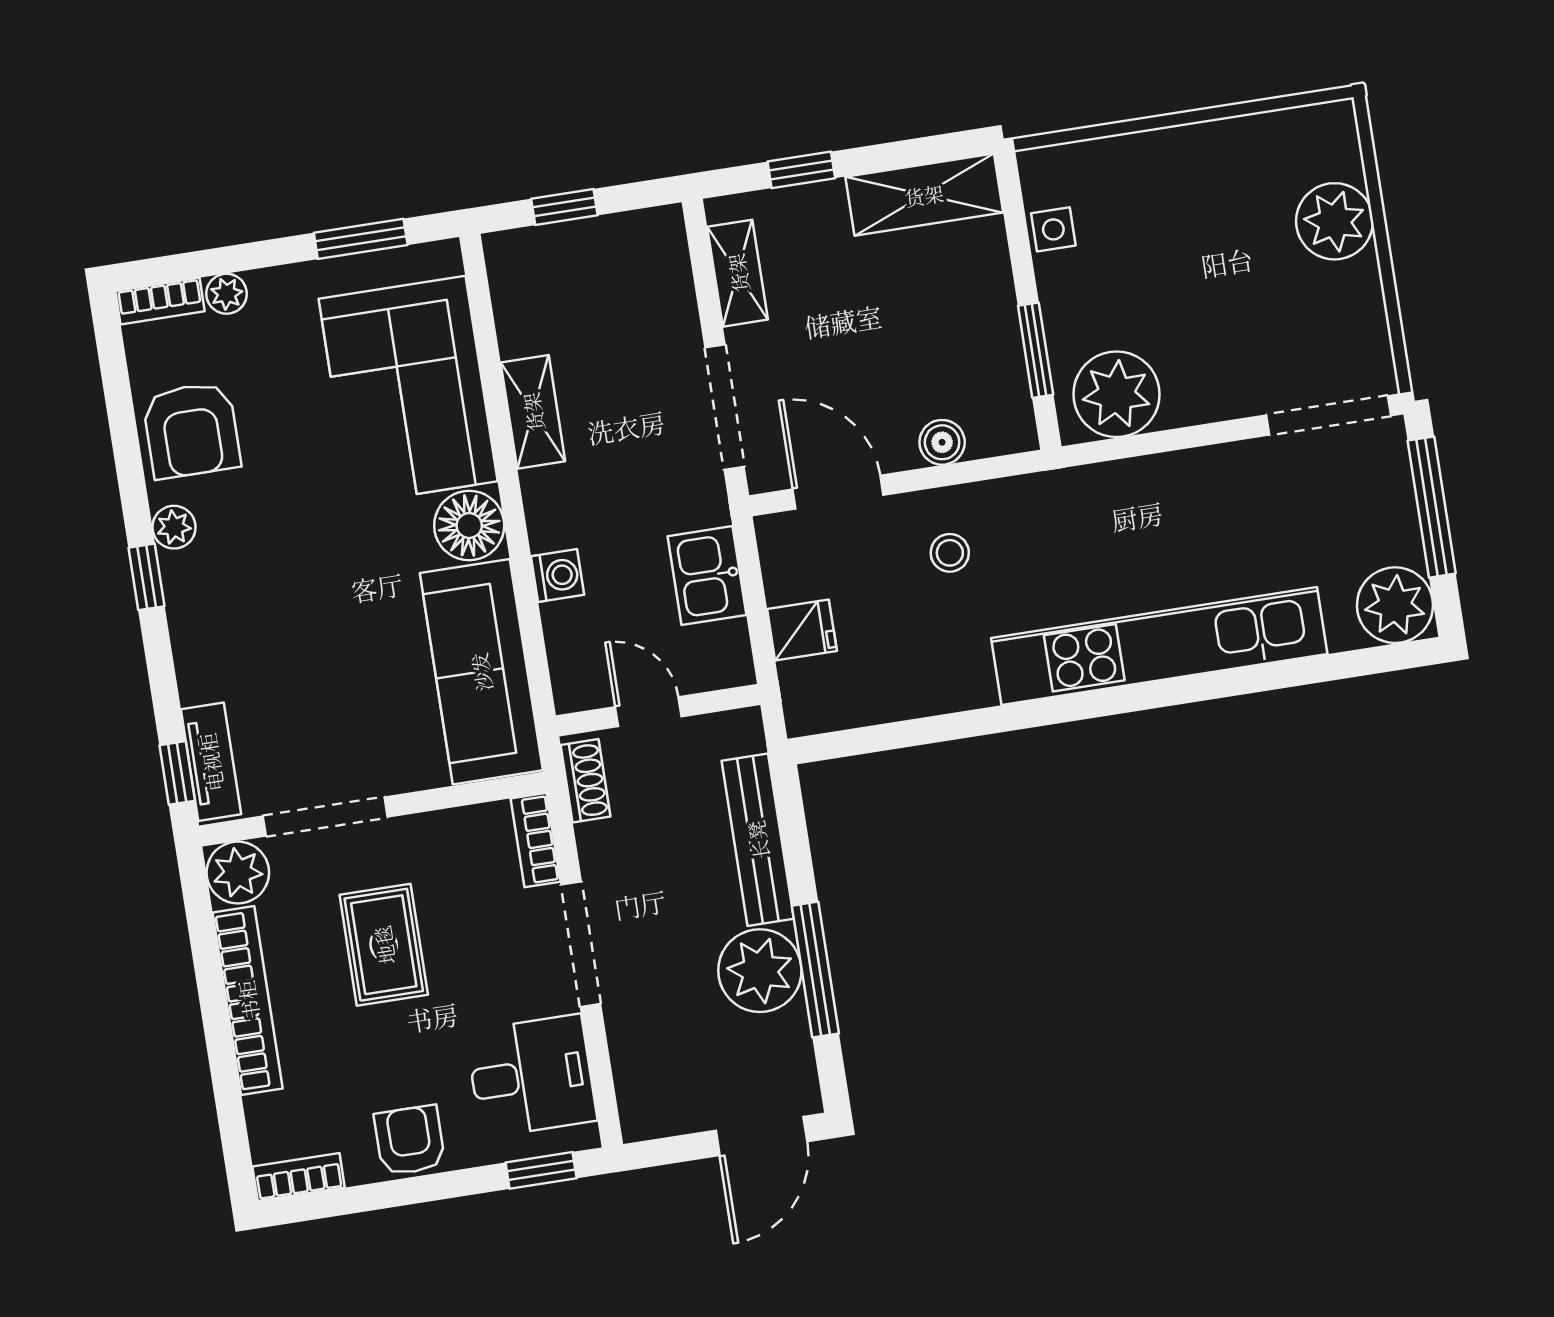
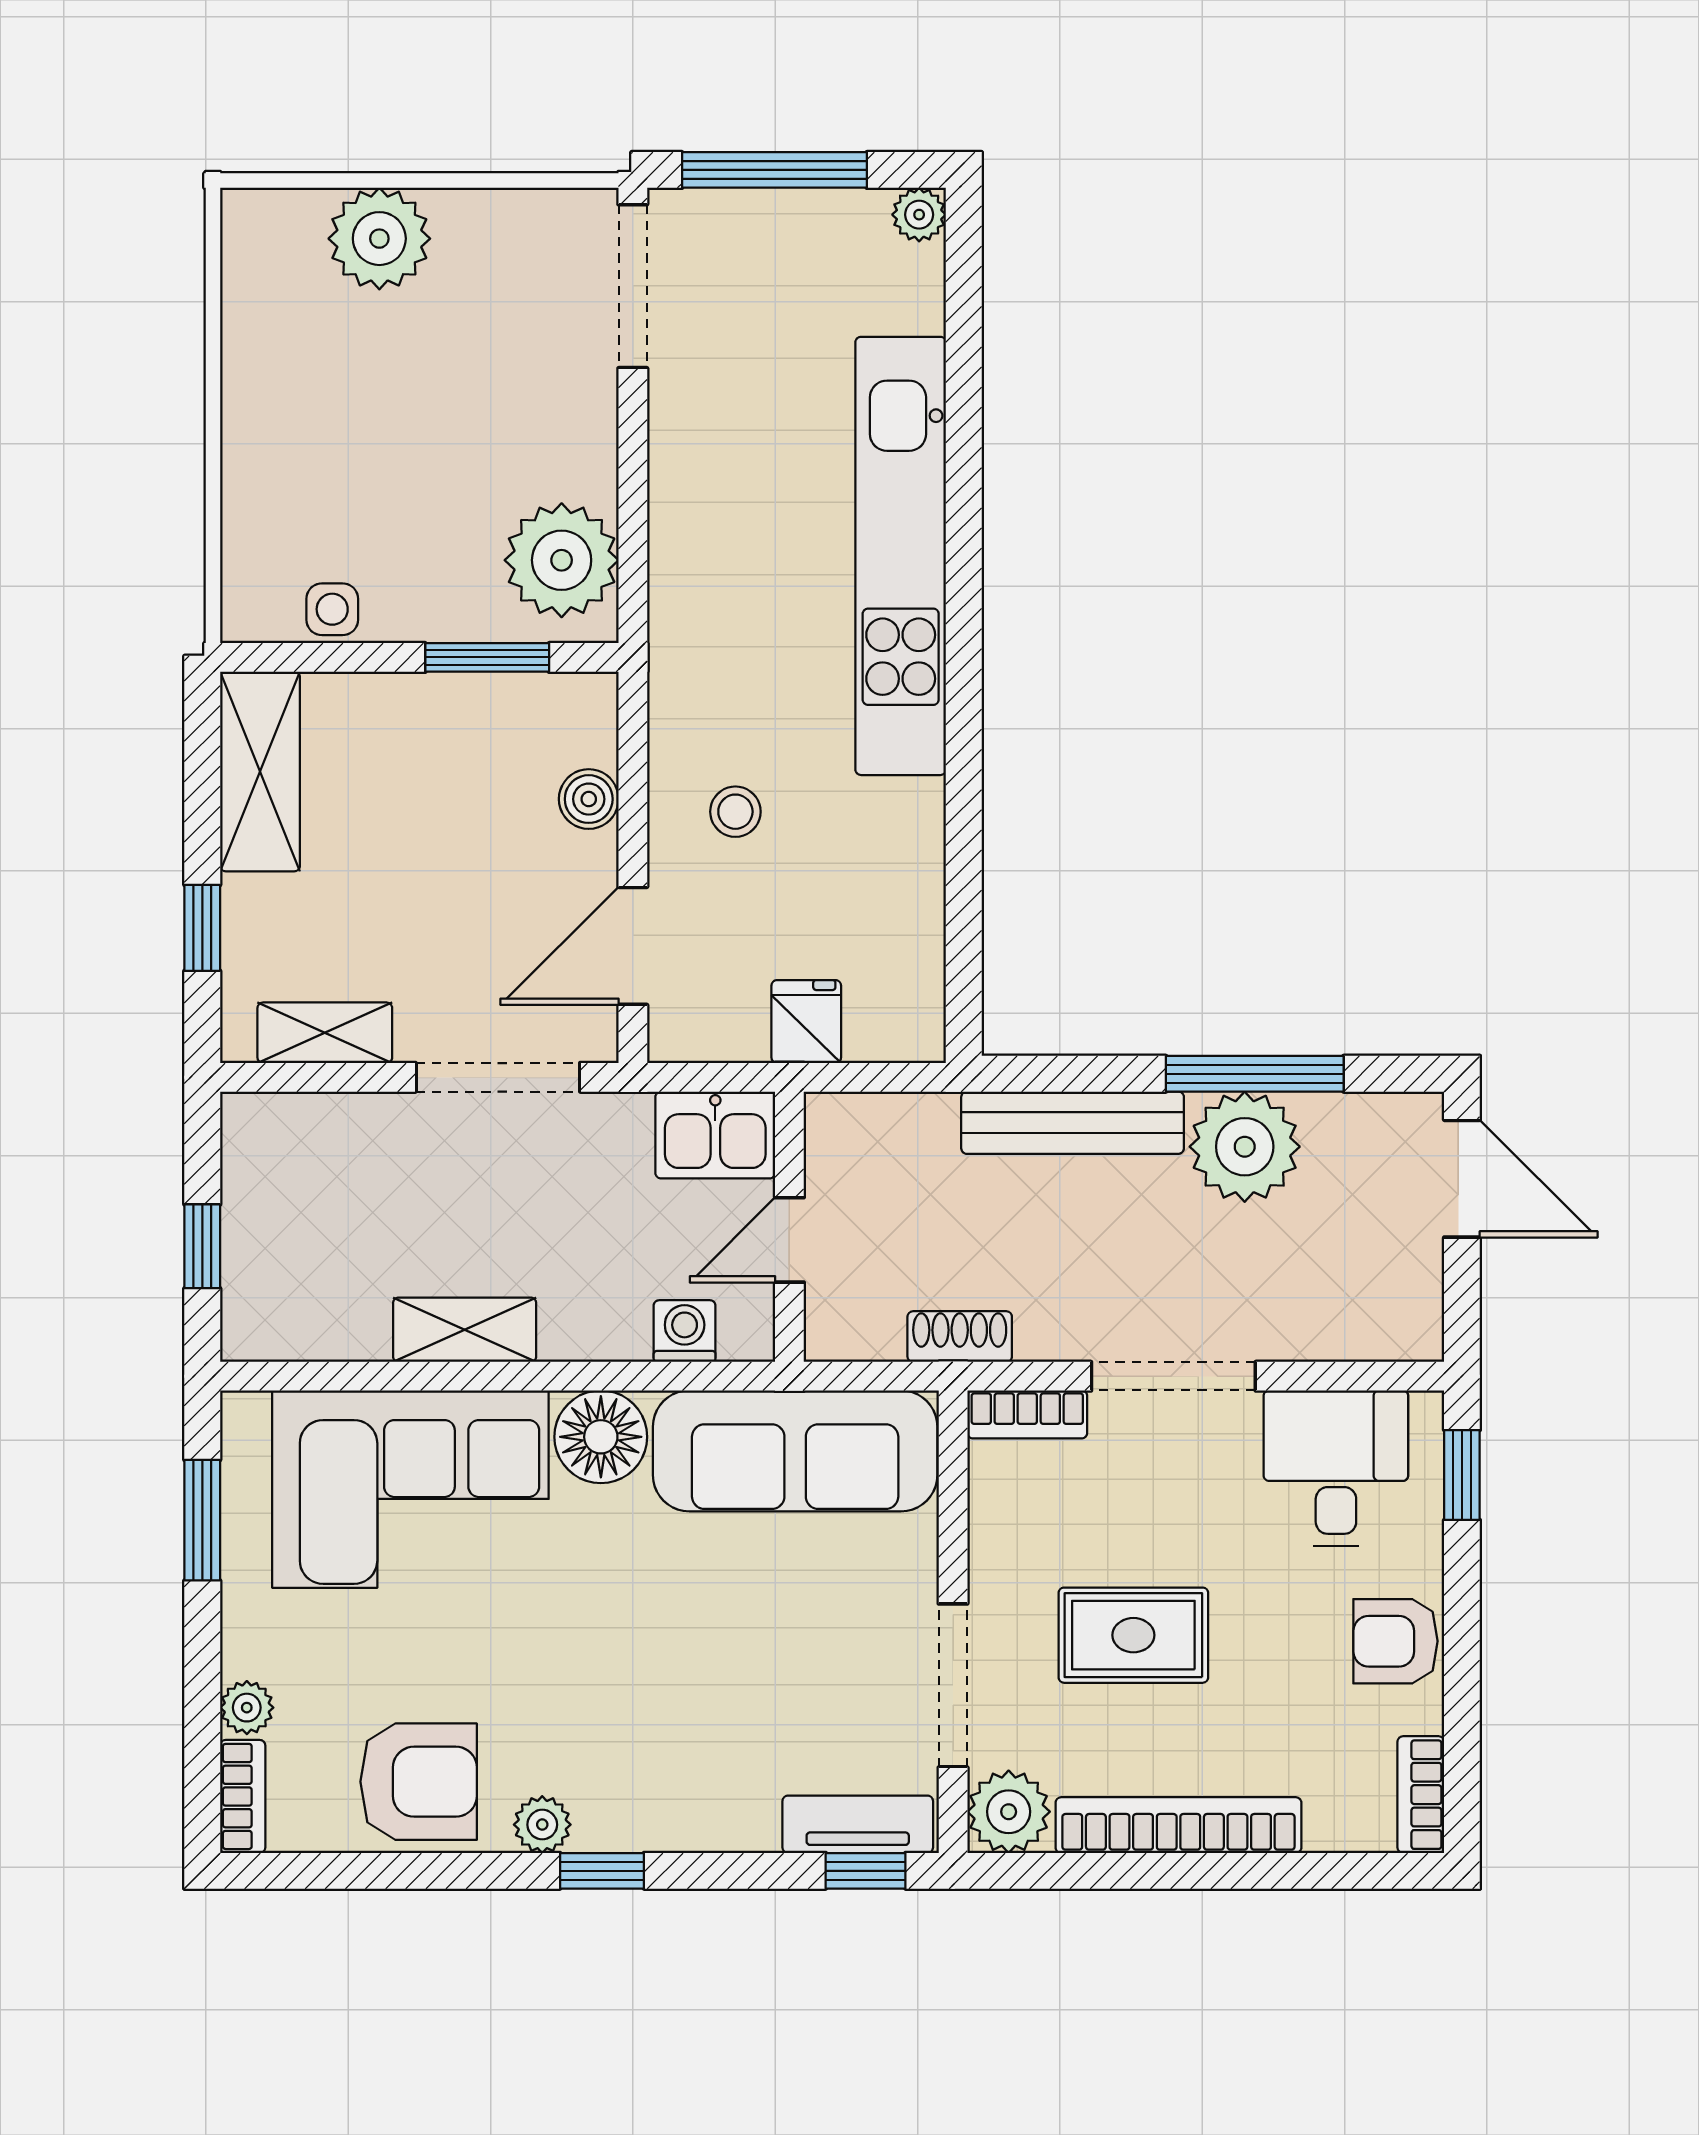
plant: (1395, 605) -> (919, 215), width x0.53, depth x0.53
wall: (658, 710) -> (789, 1227), moved
door: (648, 712) -> (789, 1240), moved

